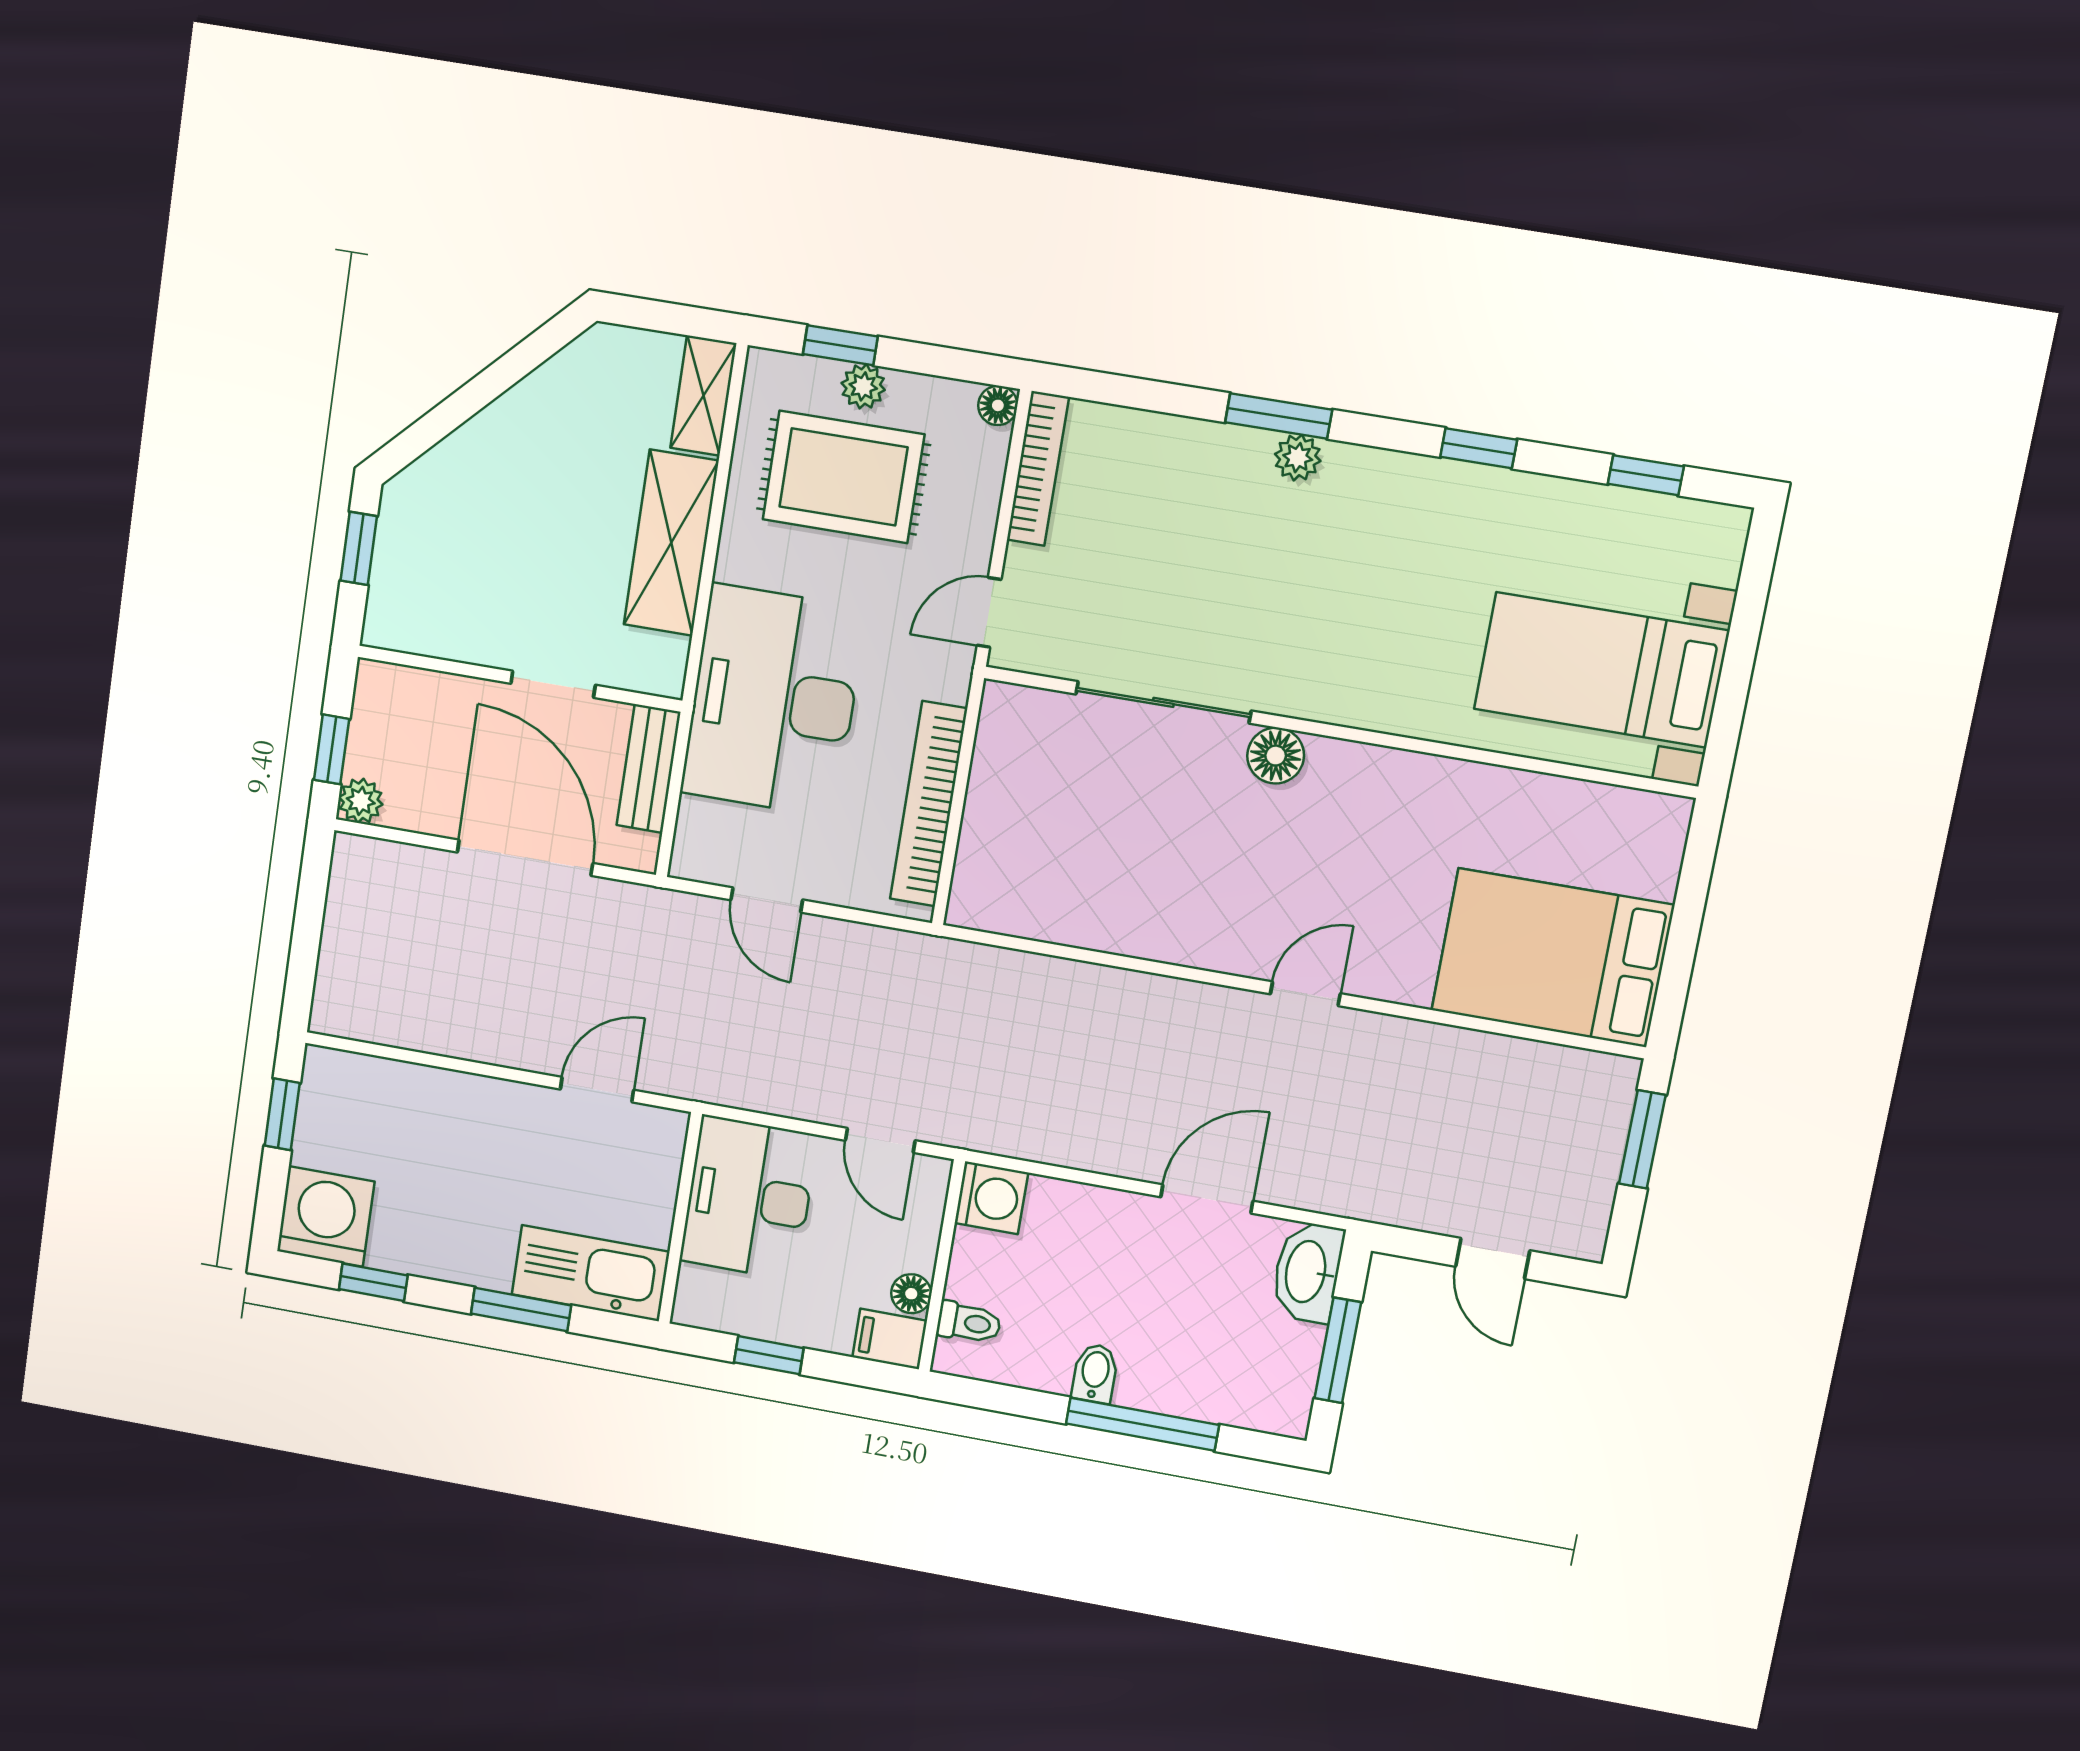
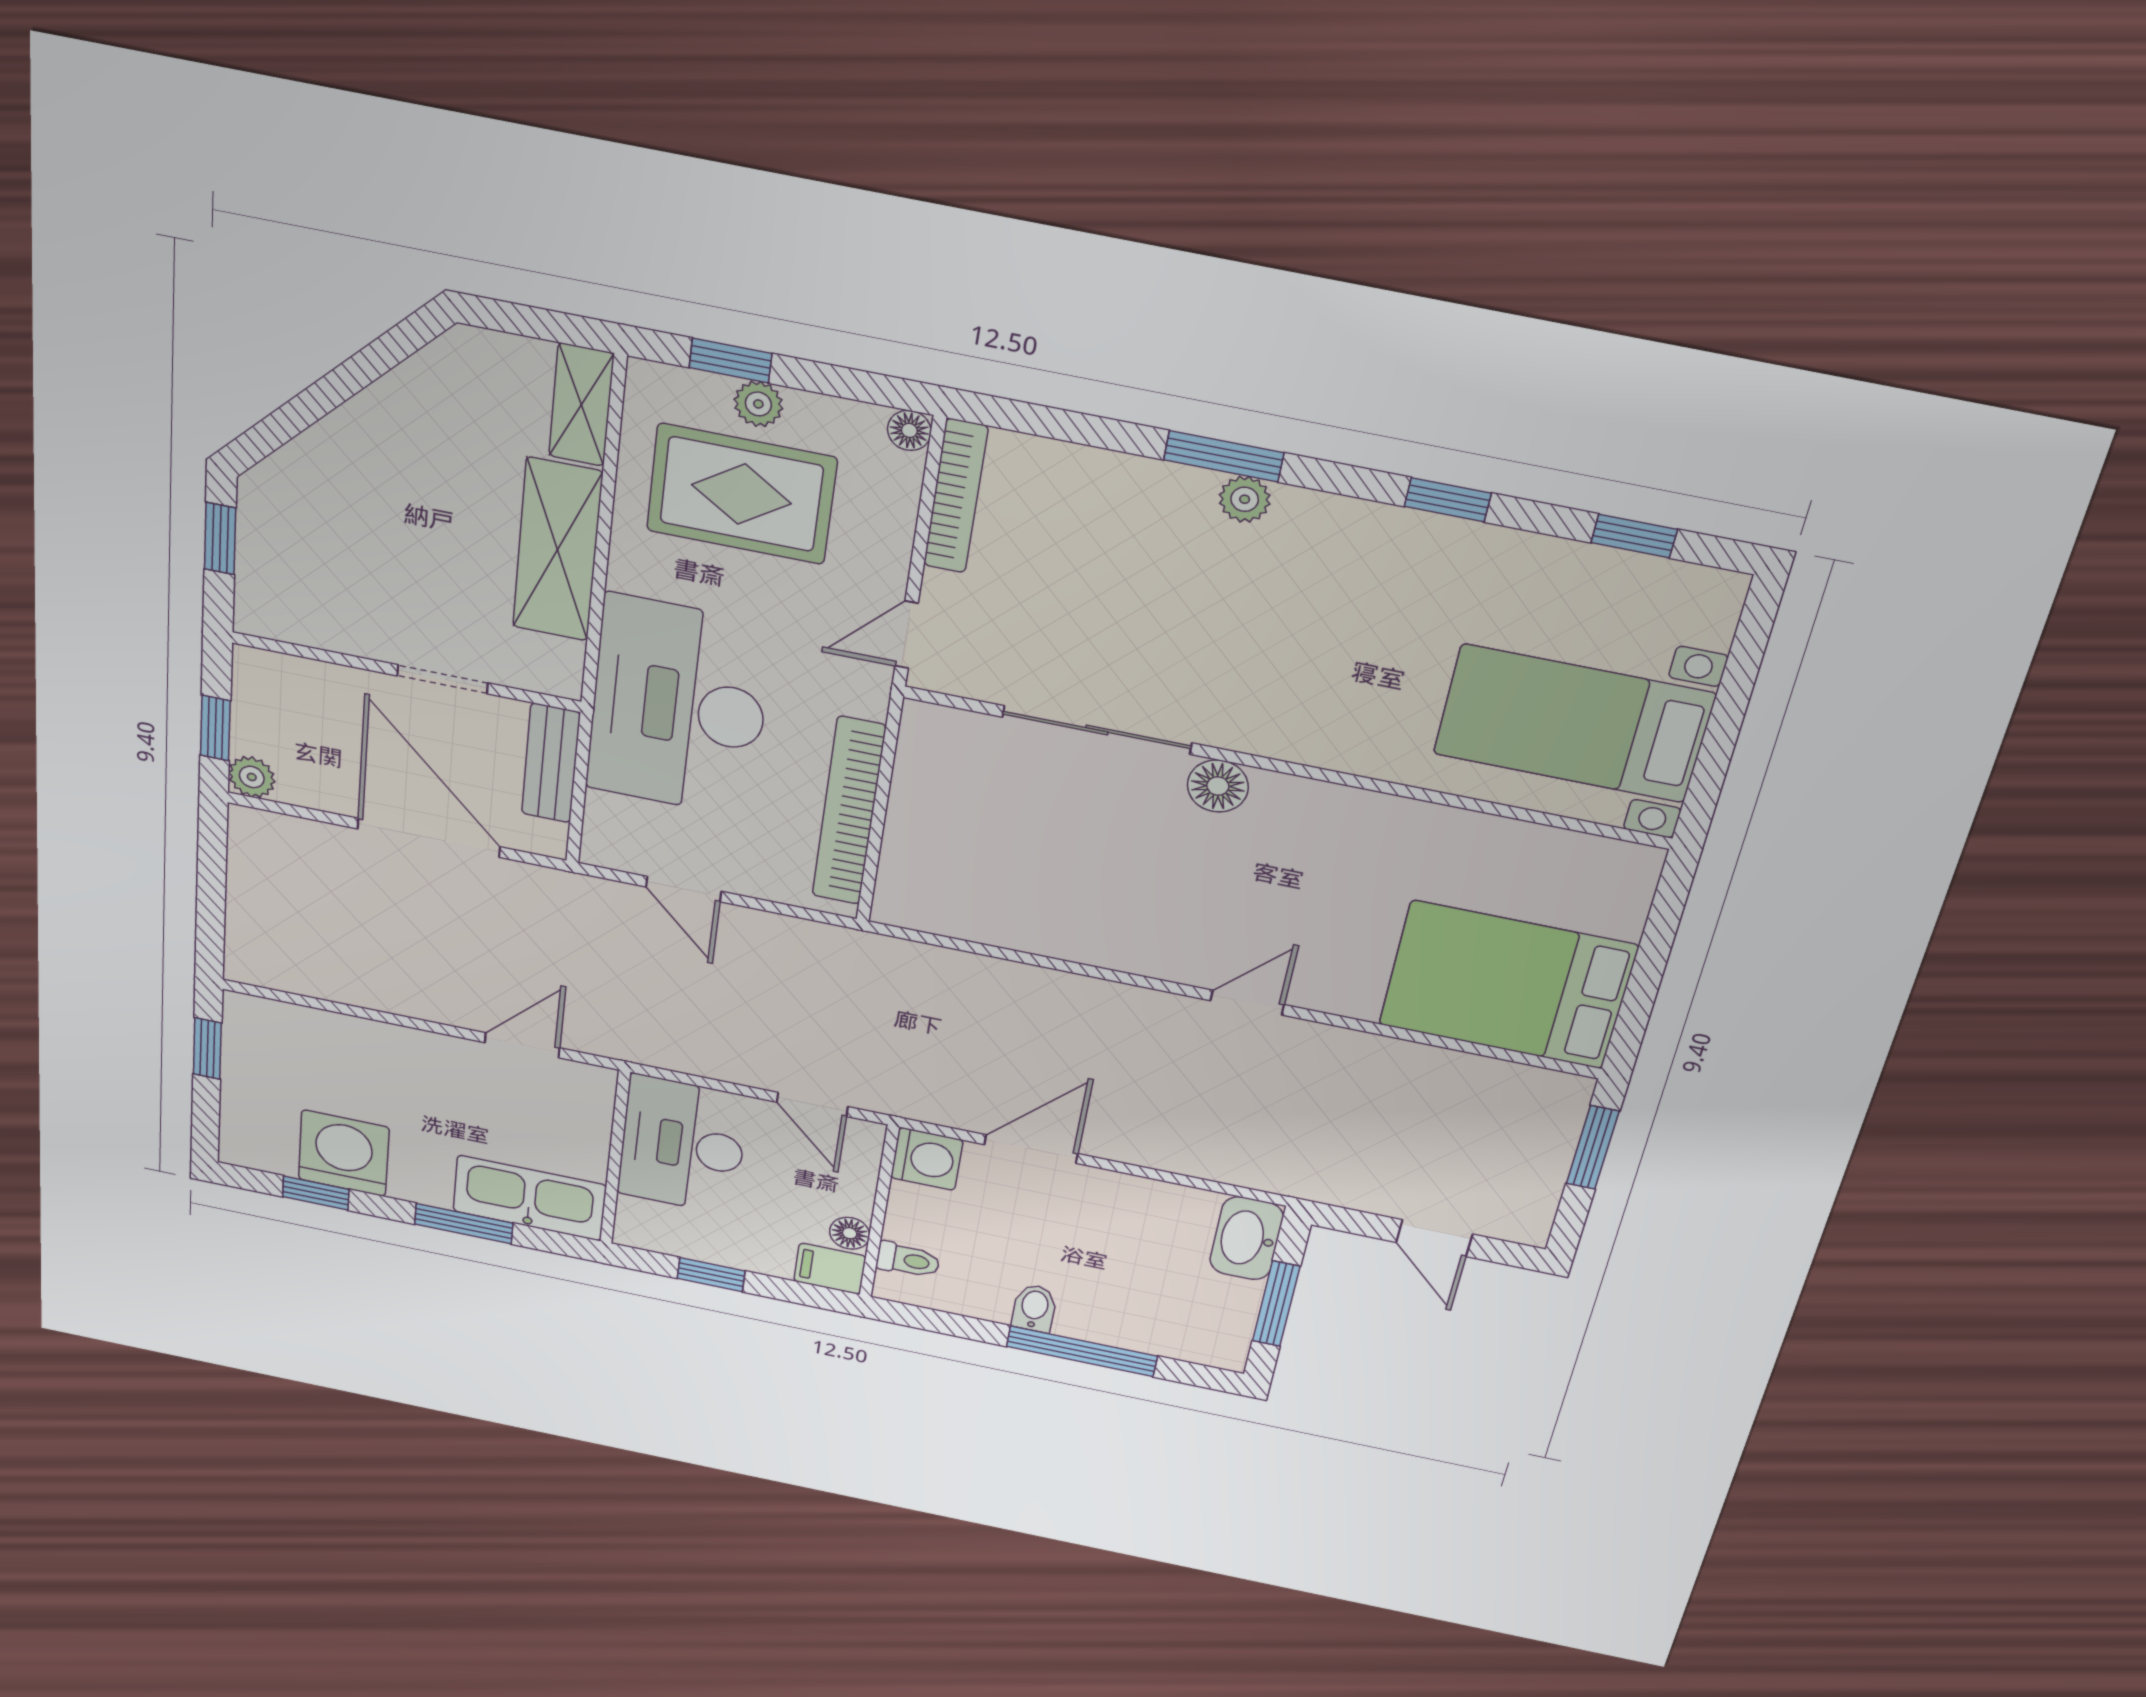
door: (1207, 1199) -> (1031, 1149), moved
washing machine: (326, 1216) -> (344, 1153), moved

